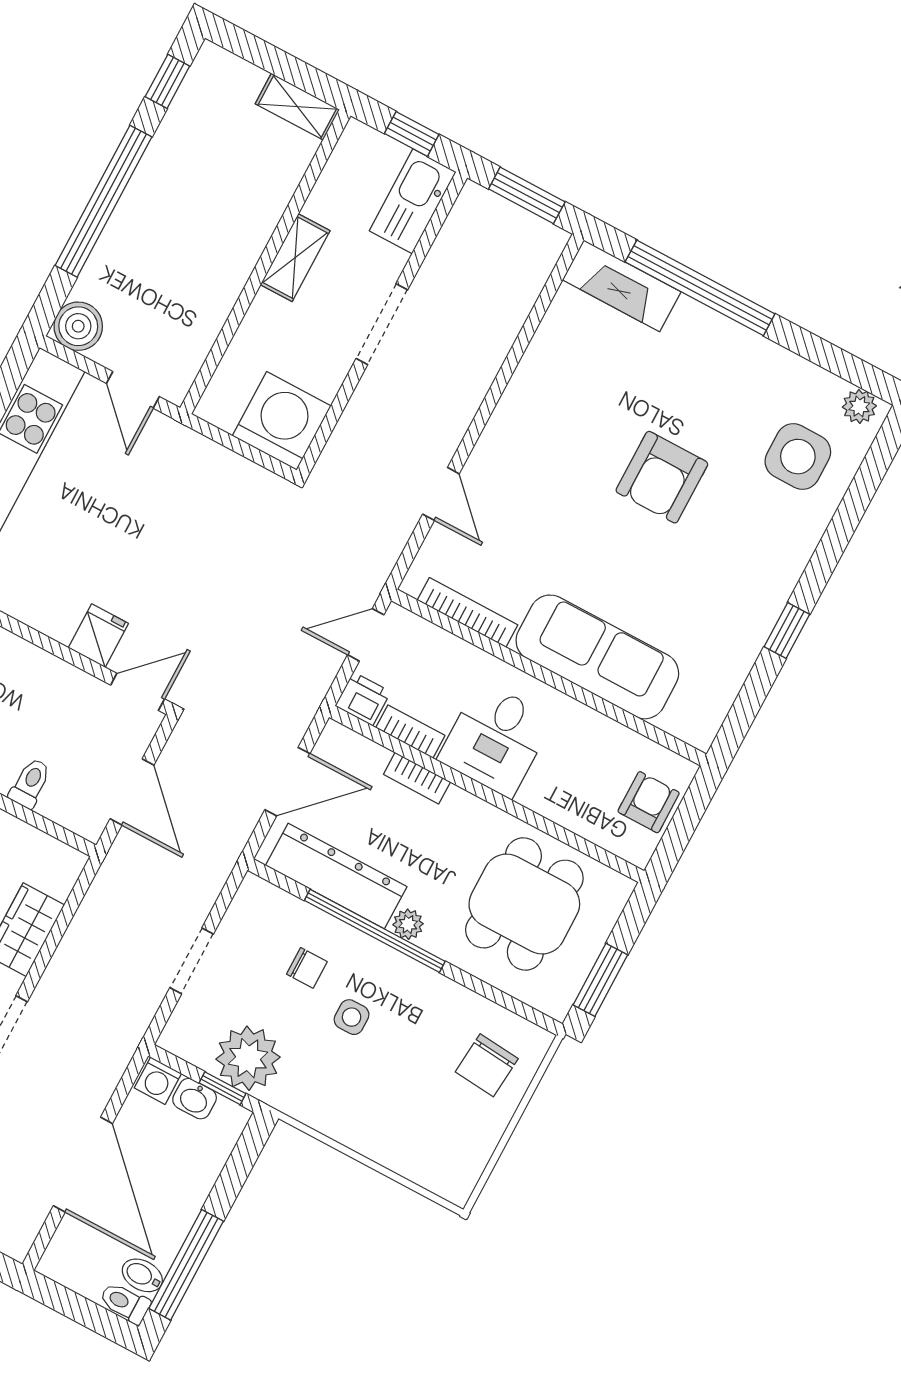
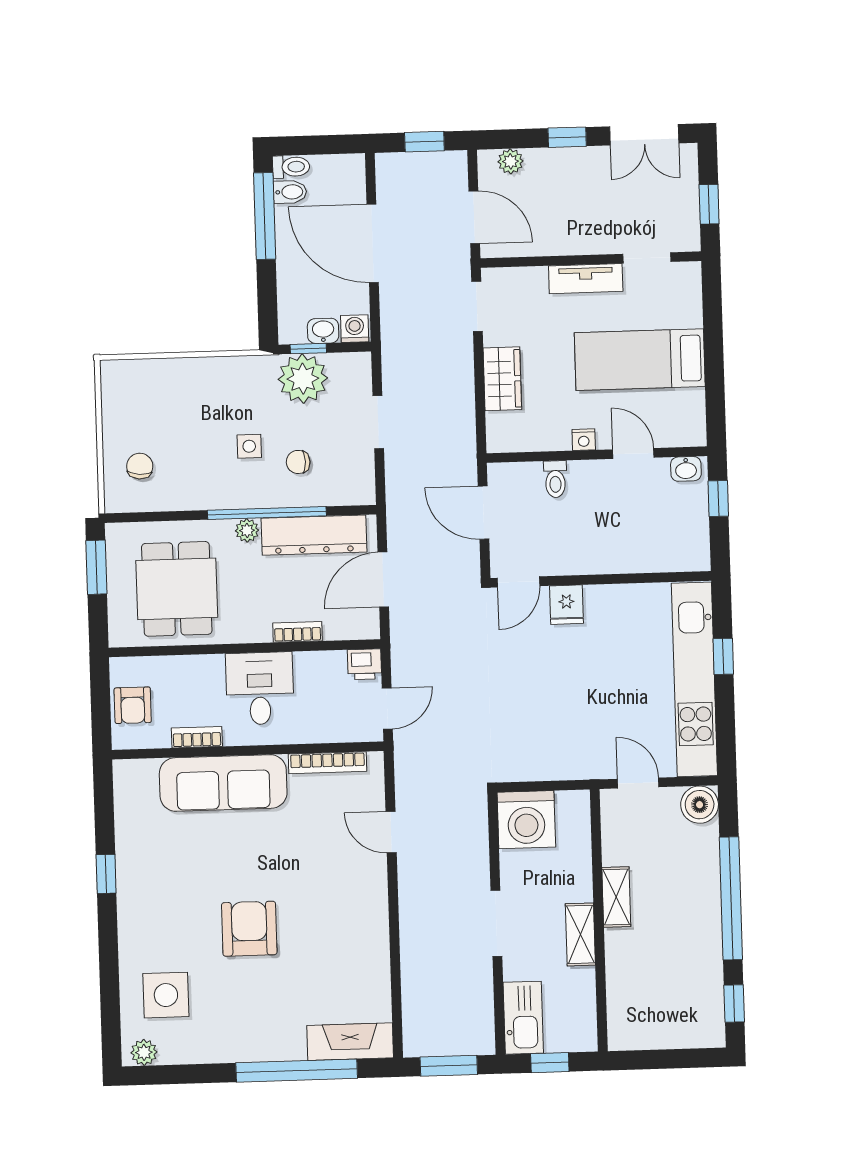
shelving: (297, 107) -> (616, 897), moved, turned 90
bookcase: (410, 732) -> (197, 737), moved, turned 180
chair: (487, 1065) -> (140, 466), width x0.73, depth x0.73

